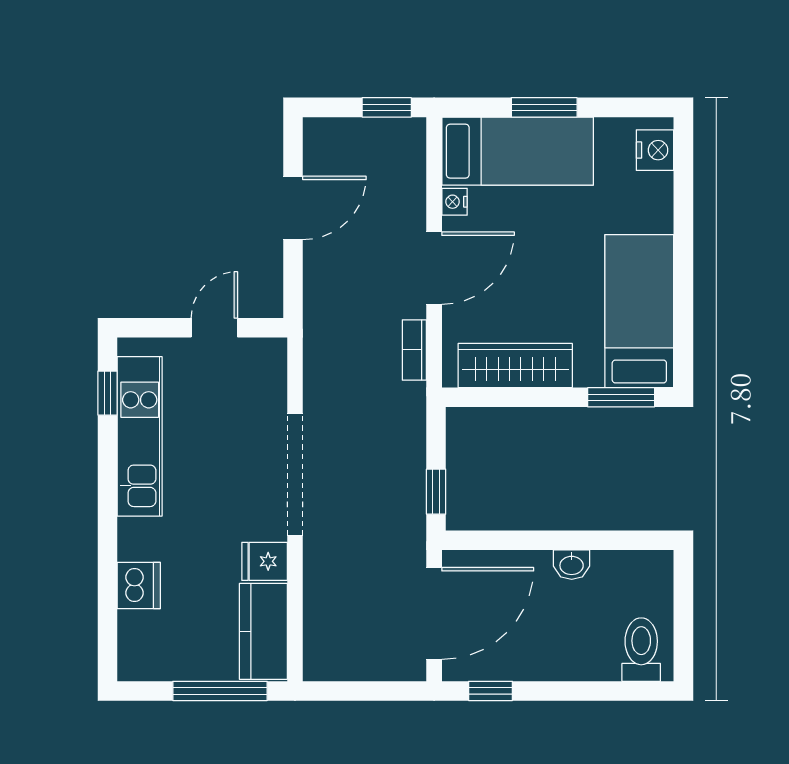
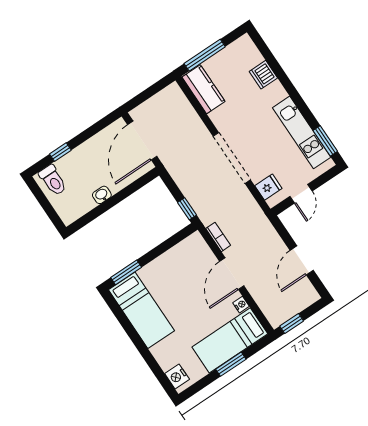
wardrobe: (515, 365) -> (175, 257), removed
window: (108, 393) -> (325, 141), width x1.50
window: (436, 492) -> (187, 209), moved
fridge: (265, 561) -> (268, 187), moved
window: (490, 691) -> (60, 152), moved

